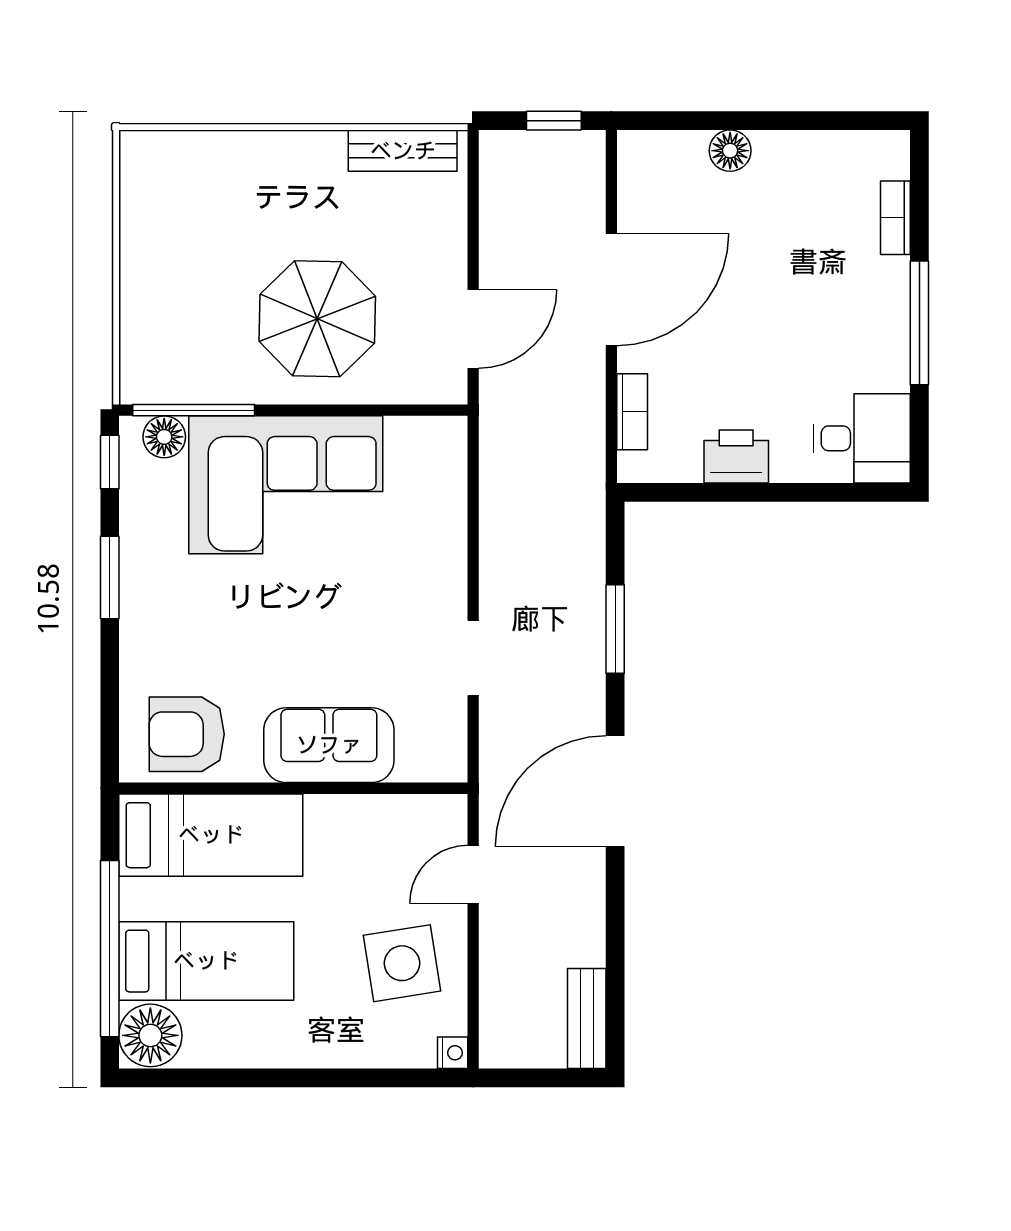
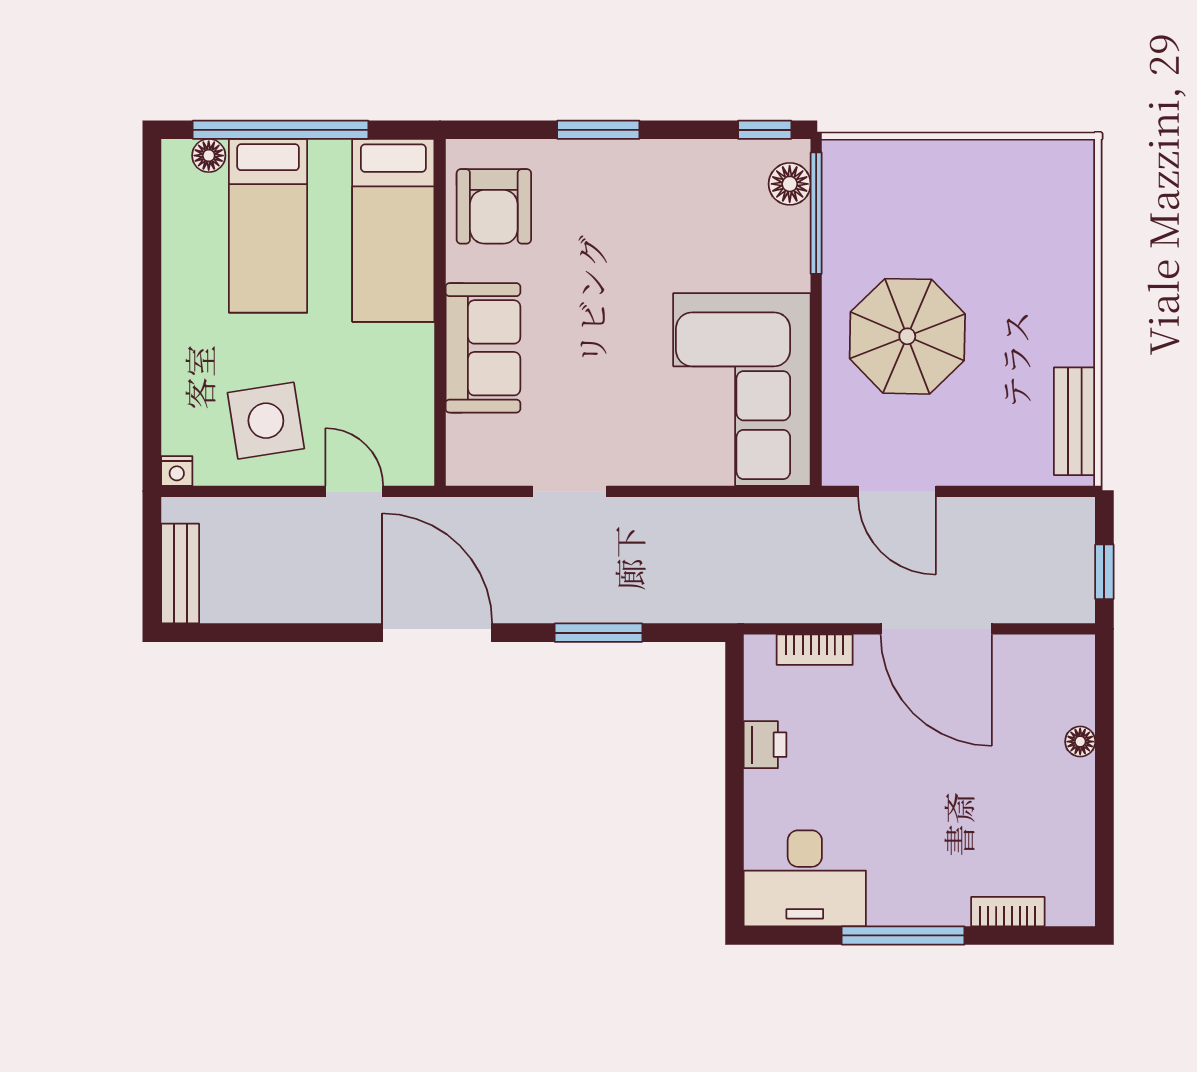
floor lamp: (730, 151) -> (1080, 742), width x0.73, depth x0.73
desk: (862, 438) -> (805, 878), width x1.37
printer: (736, 456) -> (765, 745), width x0.73, depth x0.81
corner sofa: (286, 485) -> (742, 389), moved
window: (110, 577) -> (598, 130), moved
armchair: (187, 734) -> (494, 206), turned 180
bench: (587, 1018) -> (180, 574), moved, turned 90
floor lamp: (150, 1035) -> (209, 156), width x0.53, depth x0.53

